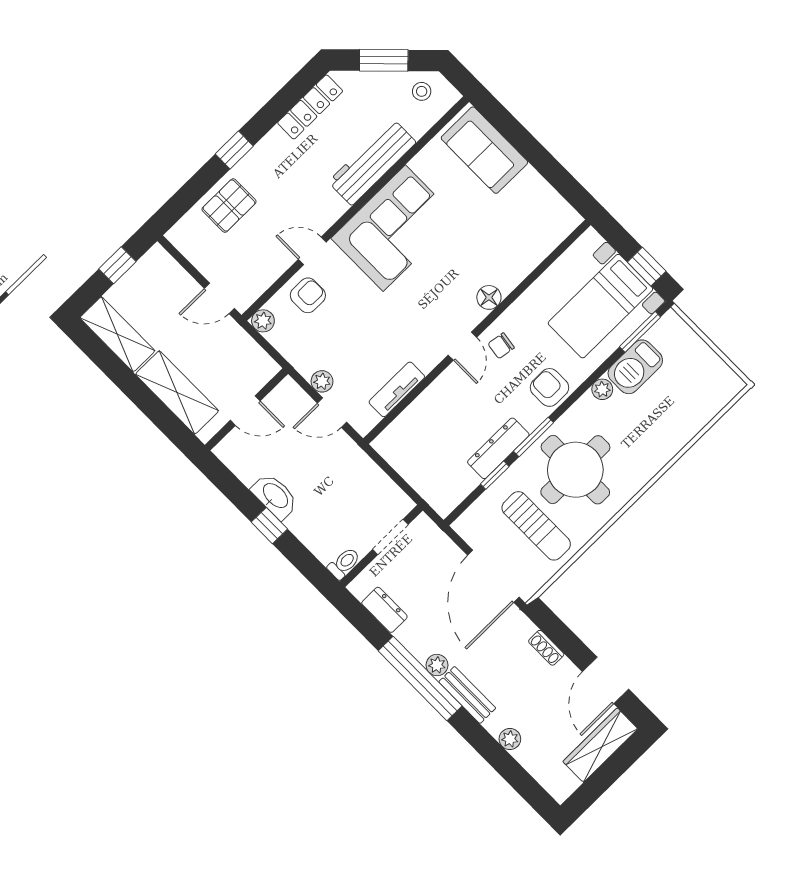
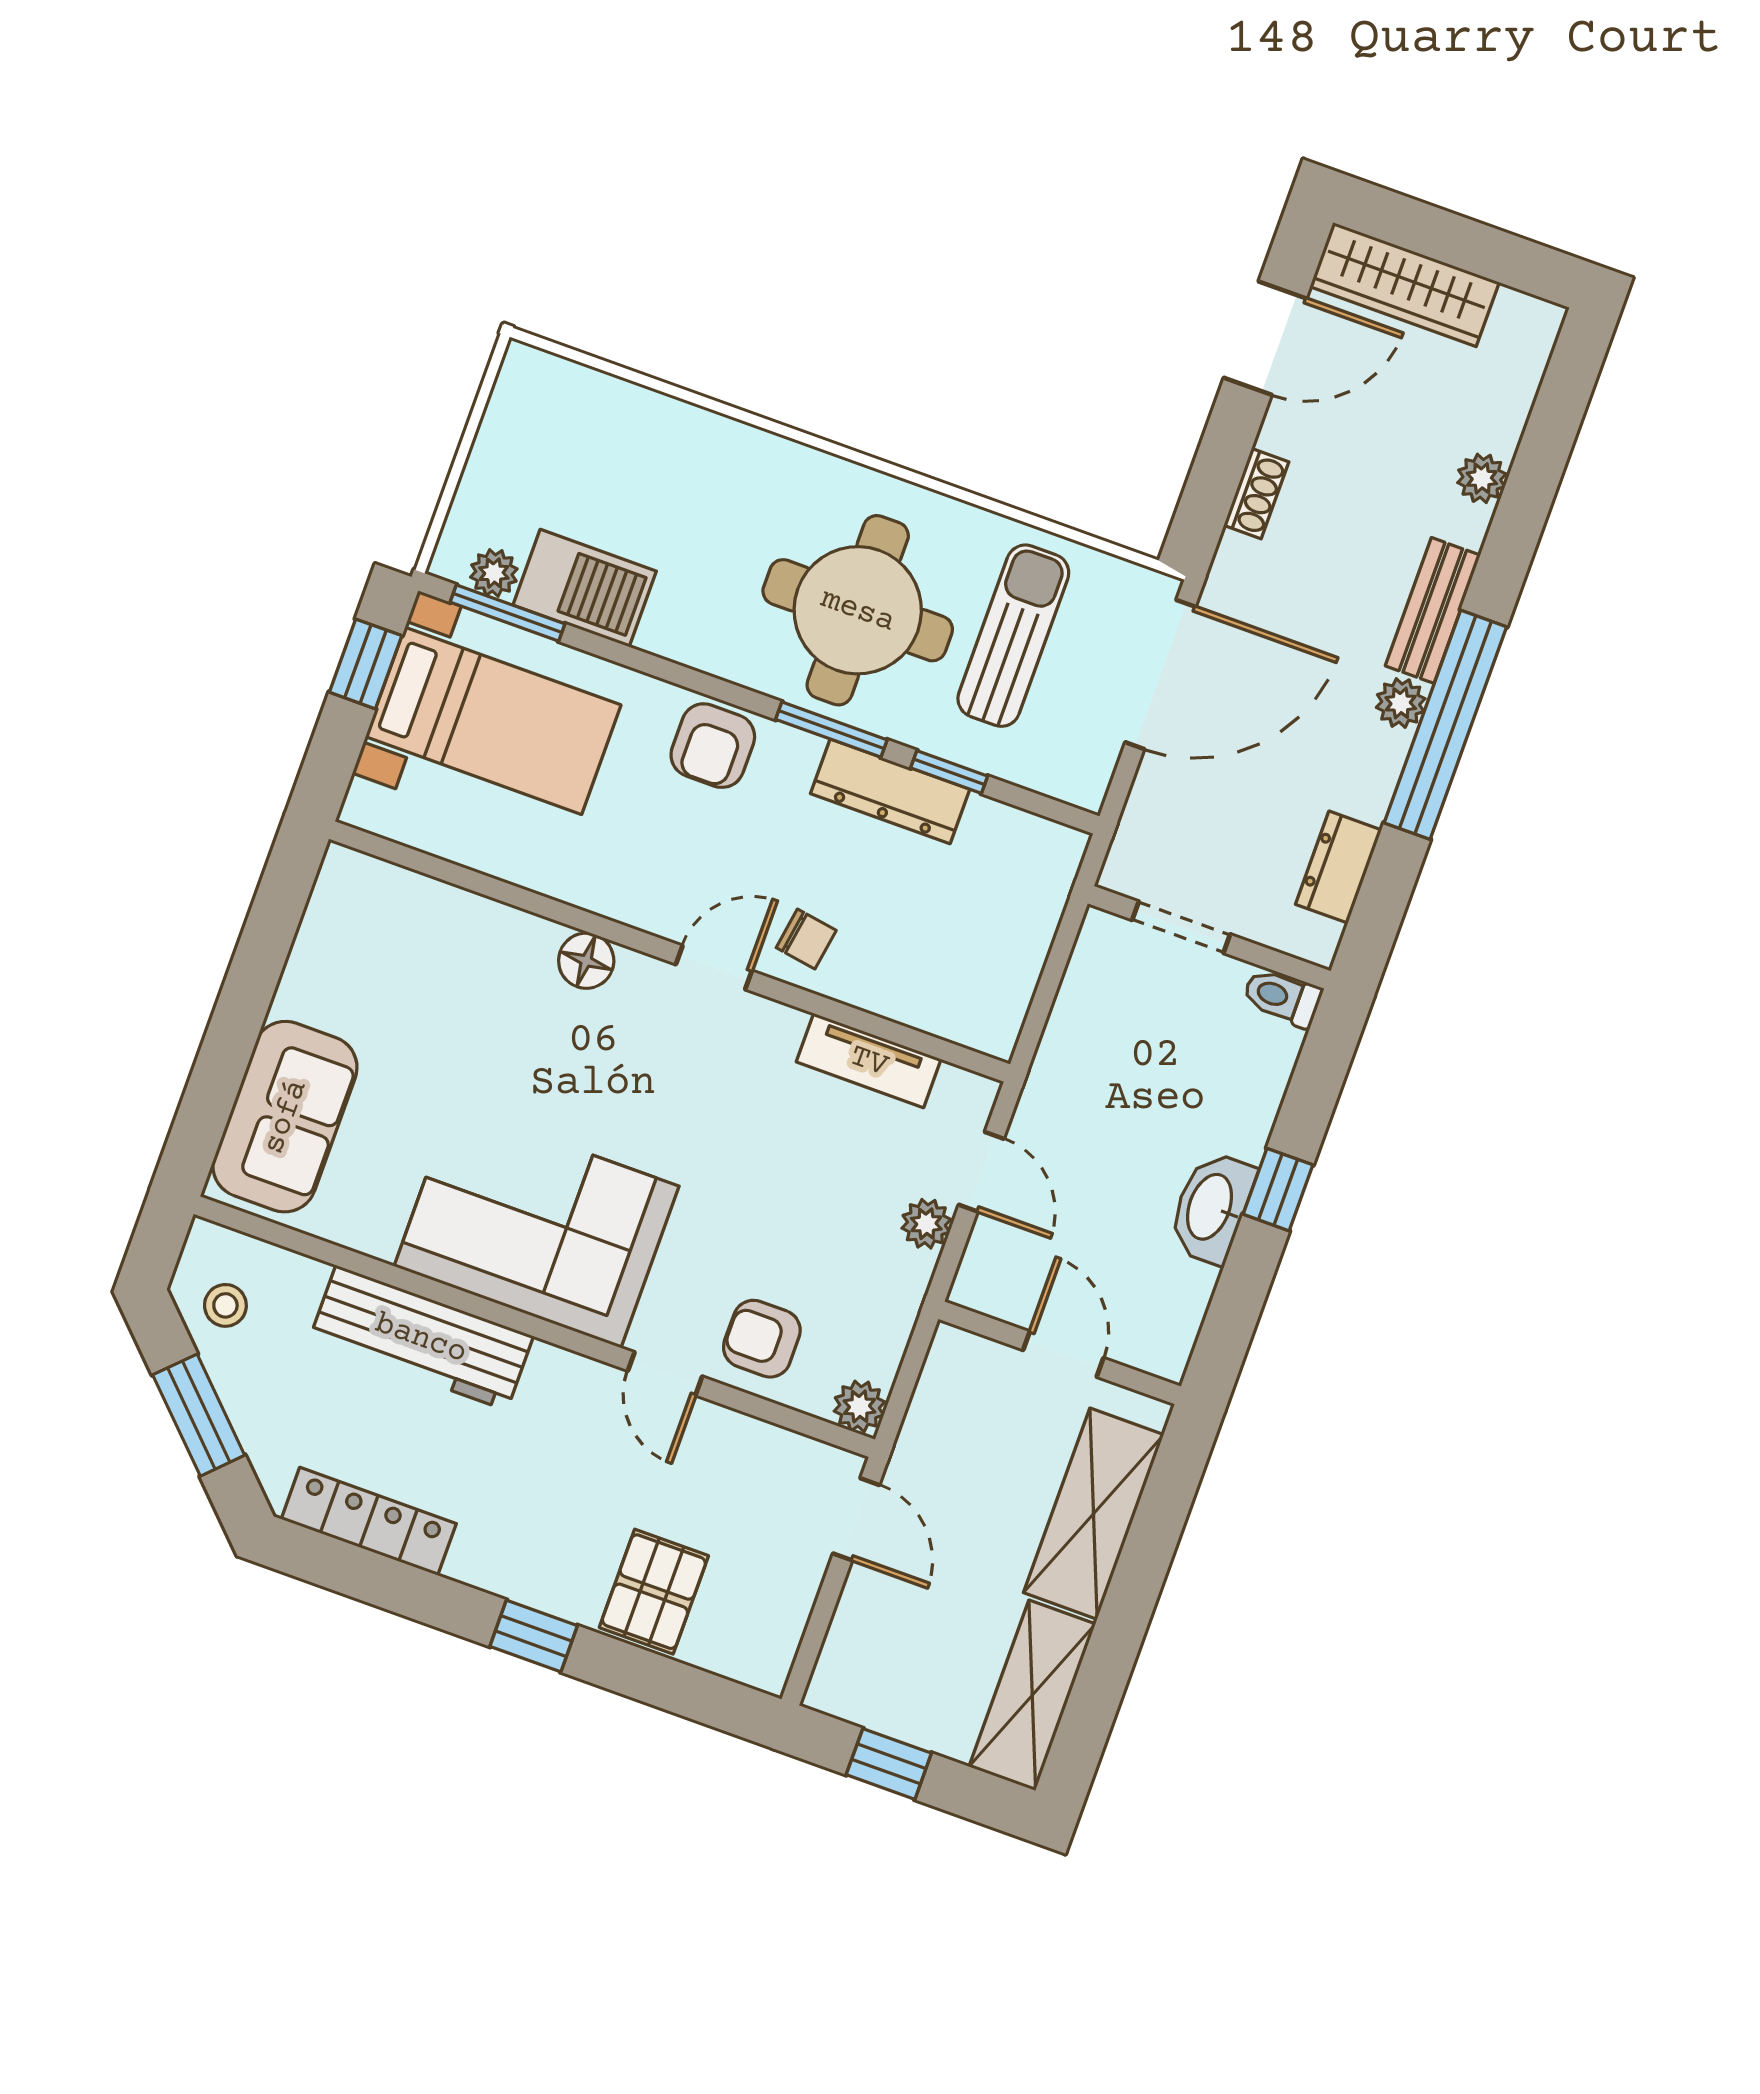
pallet: (229, 206) -> (654, 1592), turned 90
chair: (501, 346) -> (806, 939), moved
plant: (602, 389) -> (494, 573), moved

